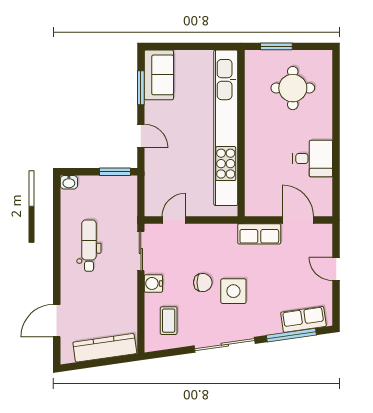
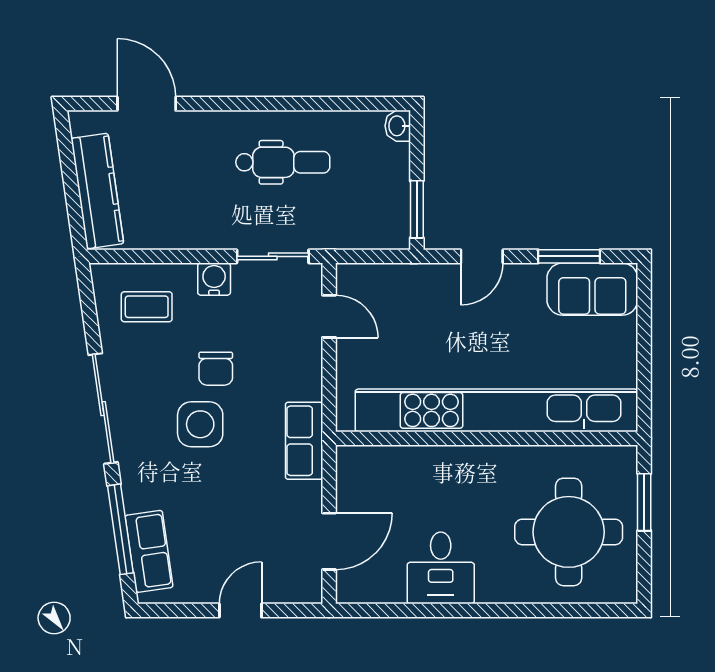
round table: (293, 88) -> (569, 532), width x1.36, depth x1.36
row of seats: (259, 234) -> (304, 441), moved

